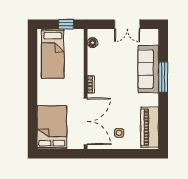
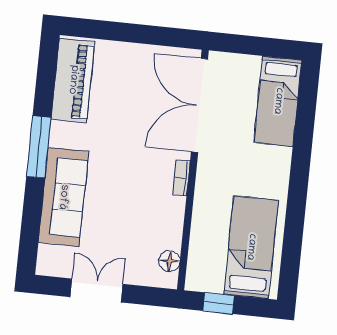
window: (163, 77) -> (39, 147), moved
bed: (52, 127) -> (278, 101), width x0.67
side table: (119, 133) -> (135, 75), removed

